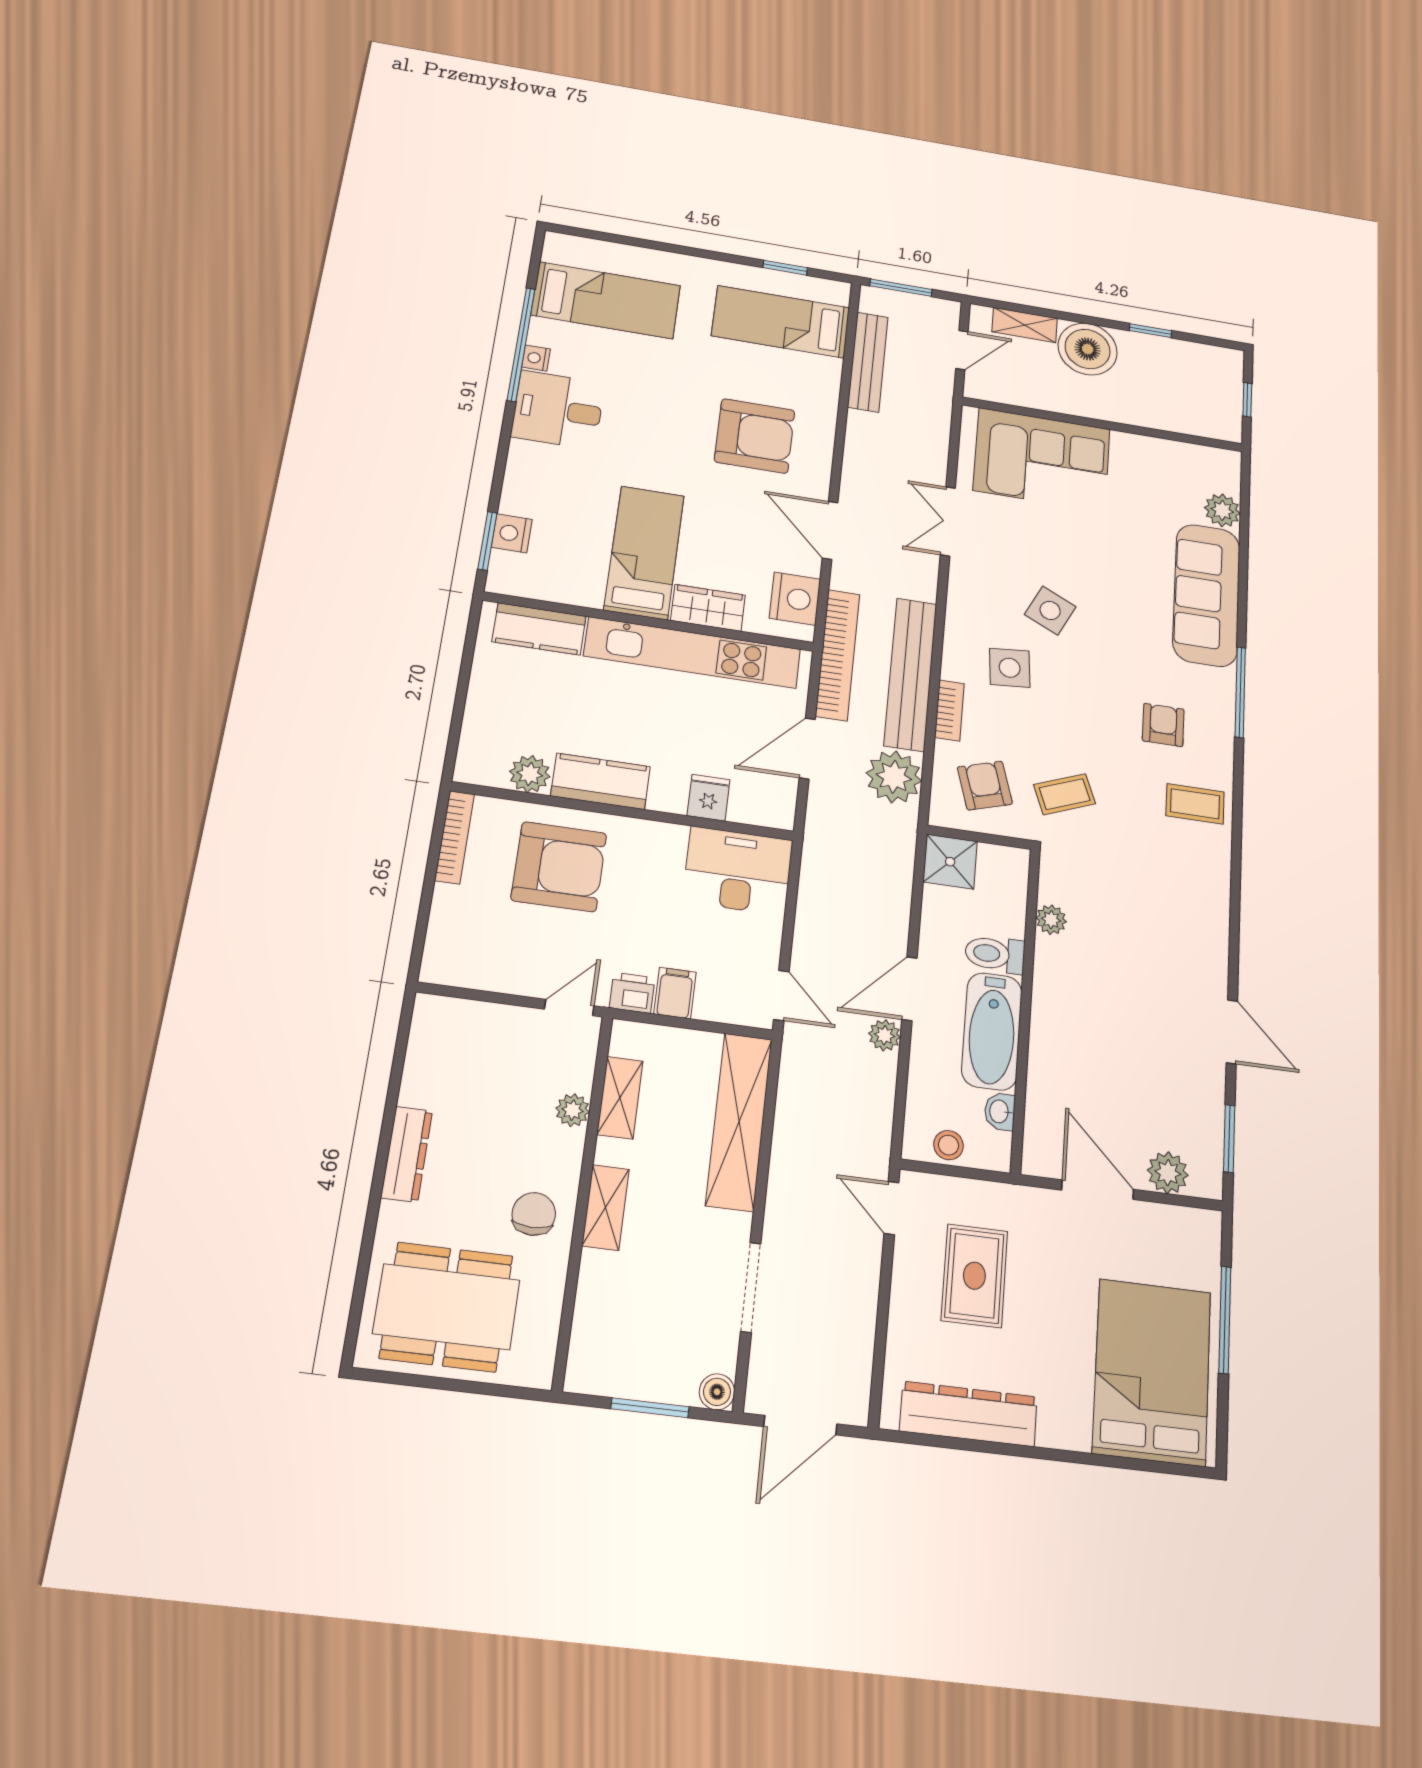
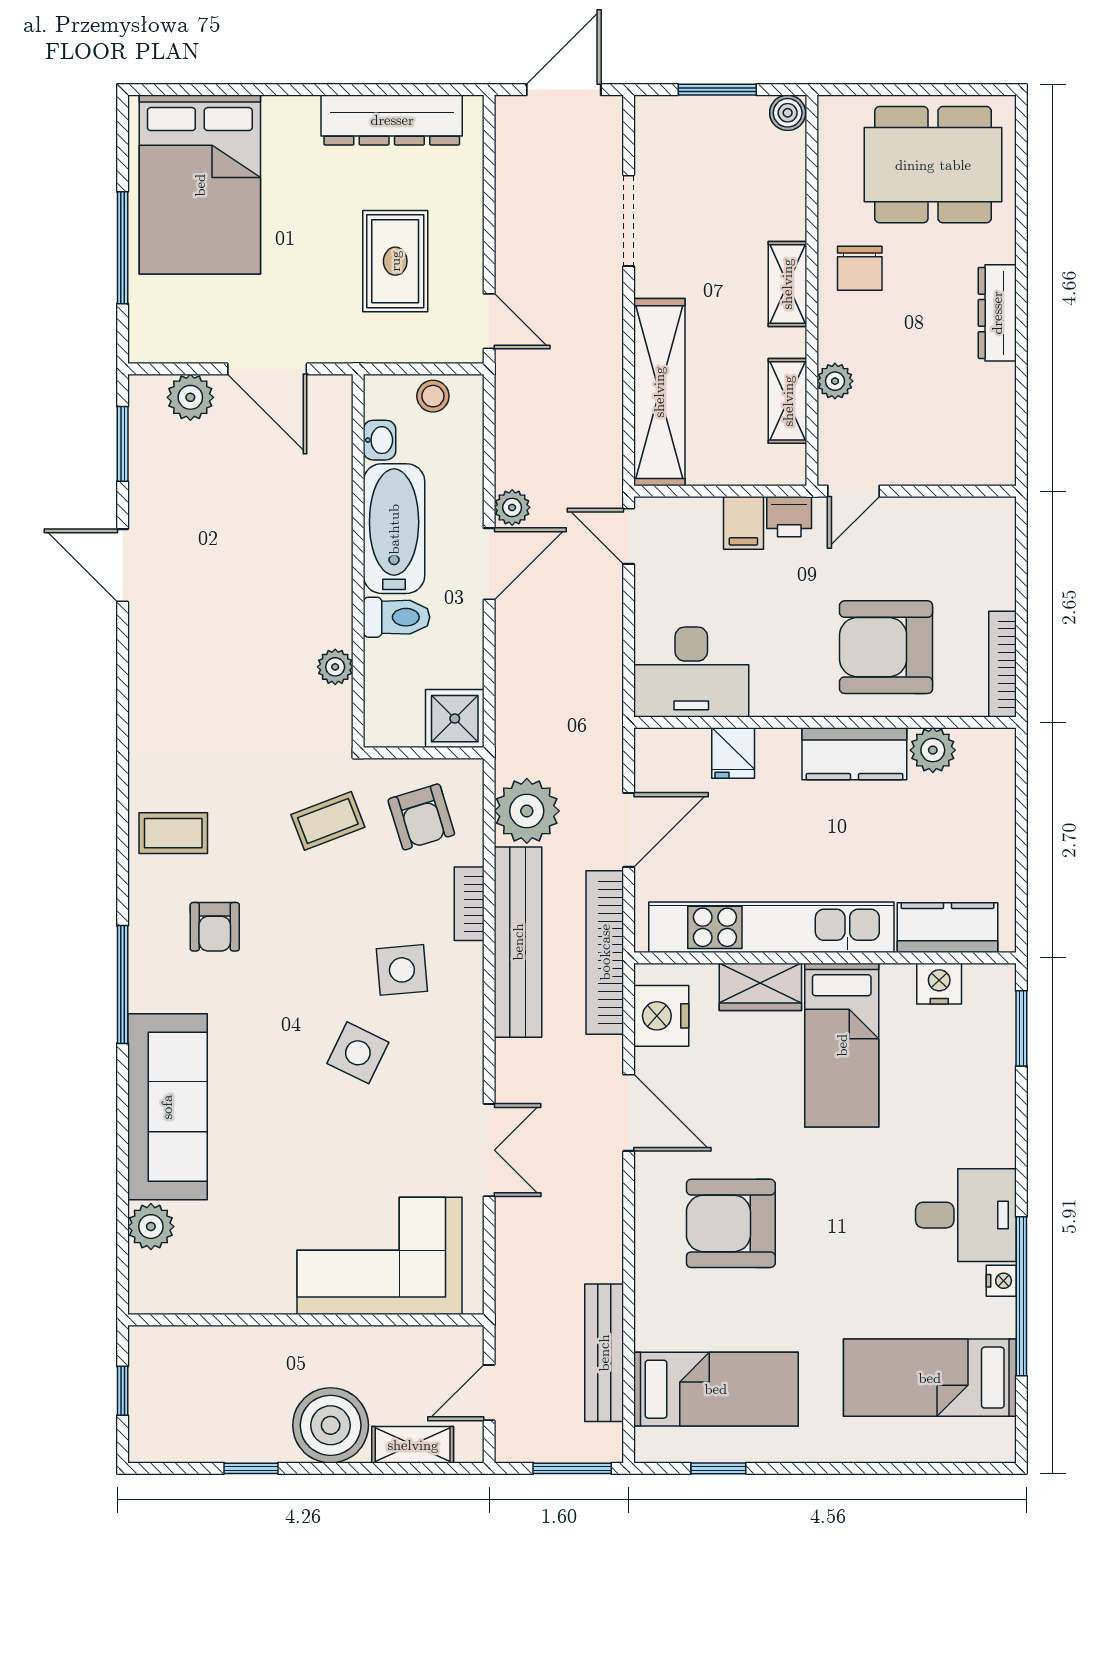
nightstand: (512, 533) -> (939, 984), moved, turned -90
boiler: (717, 1392) -> (788, 113), moved

